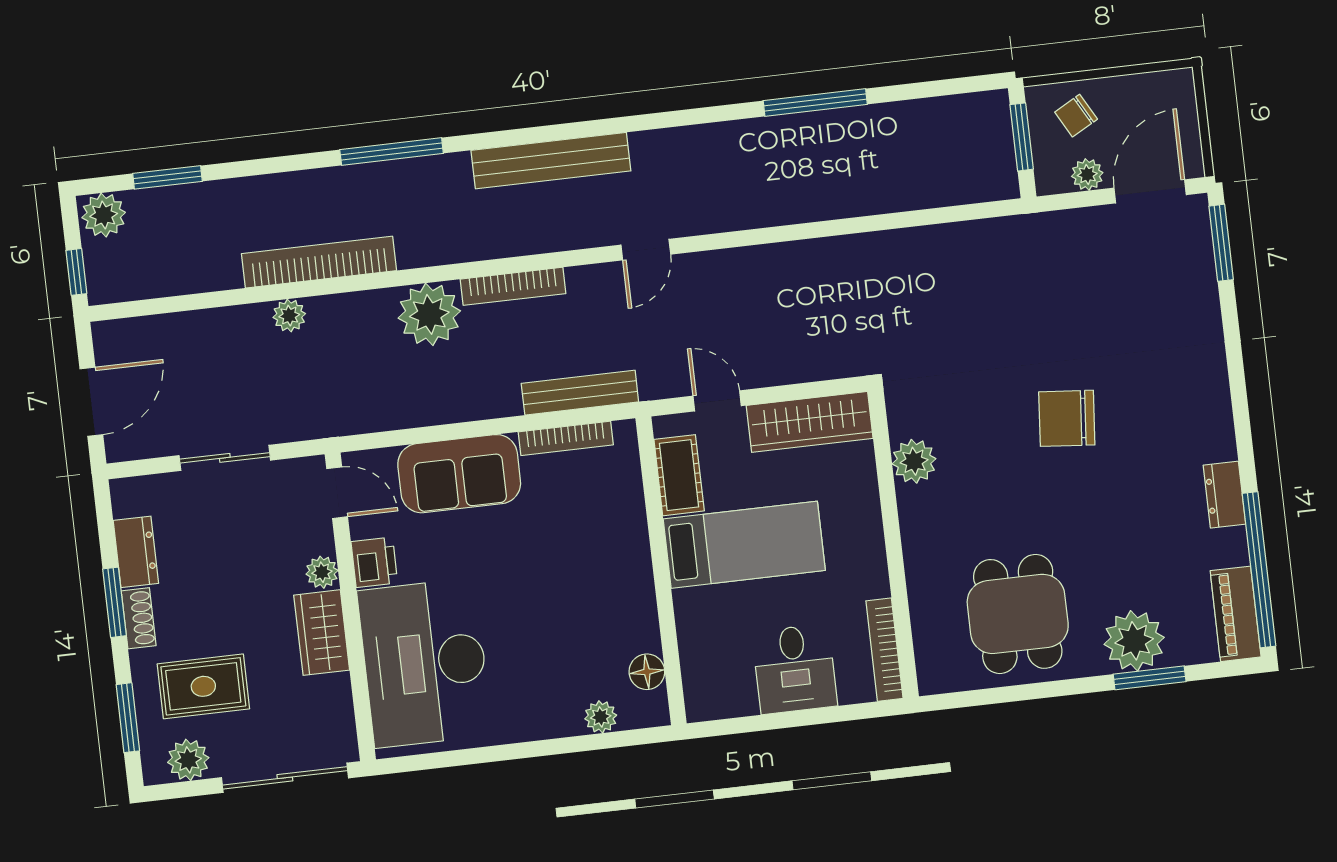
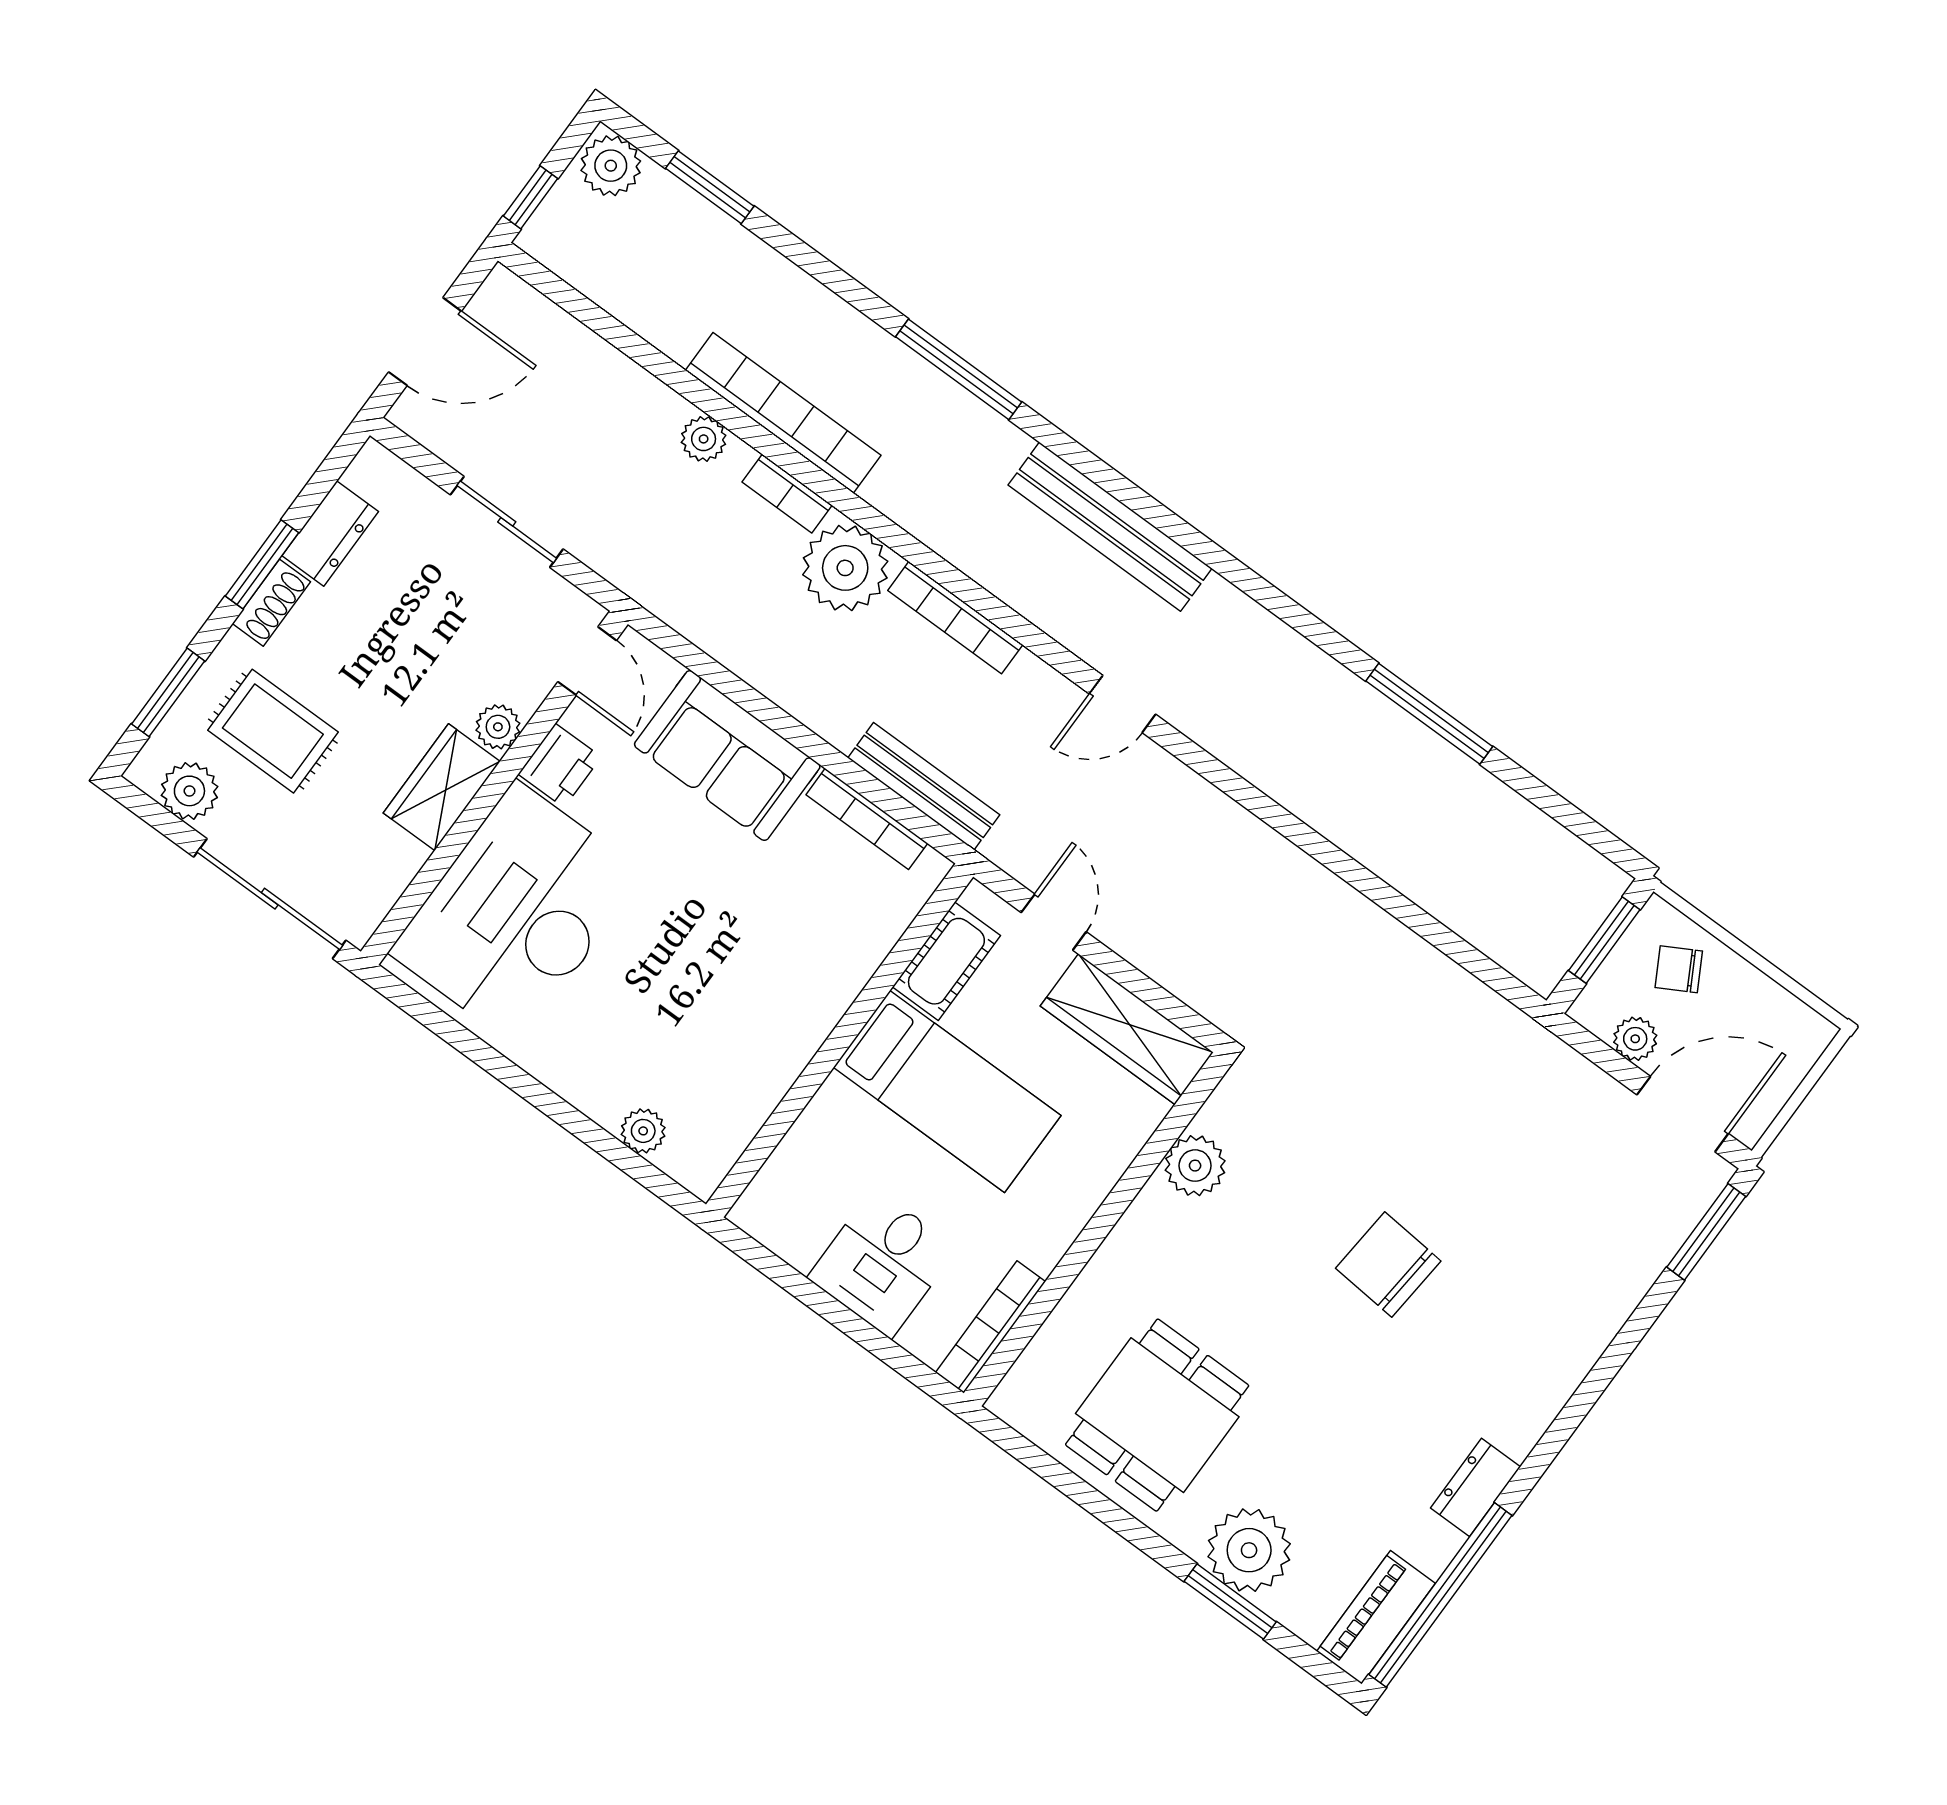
bookcase: (361, 303) -> (787, 493), added
floor lamp: (647, 672) -> (731, 1129), removed

